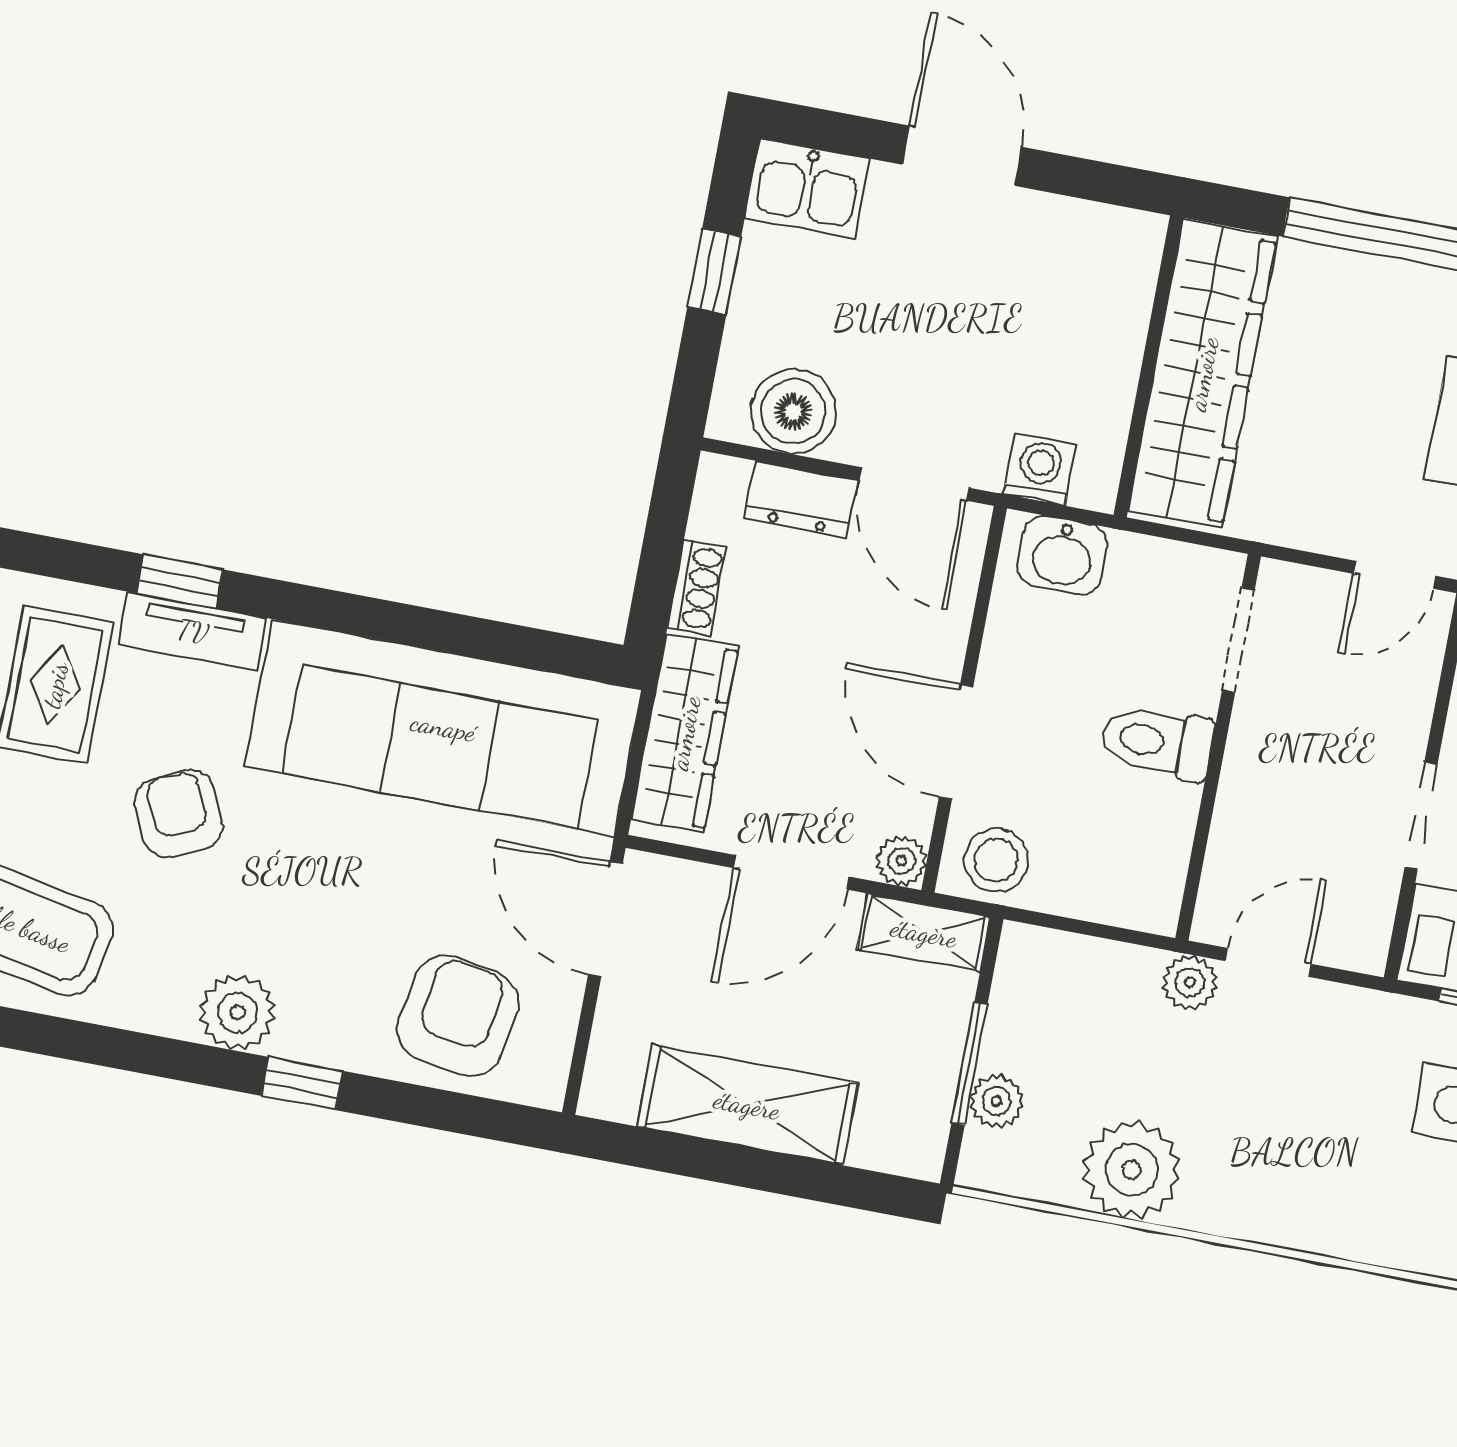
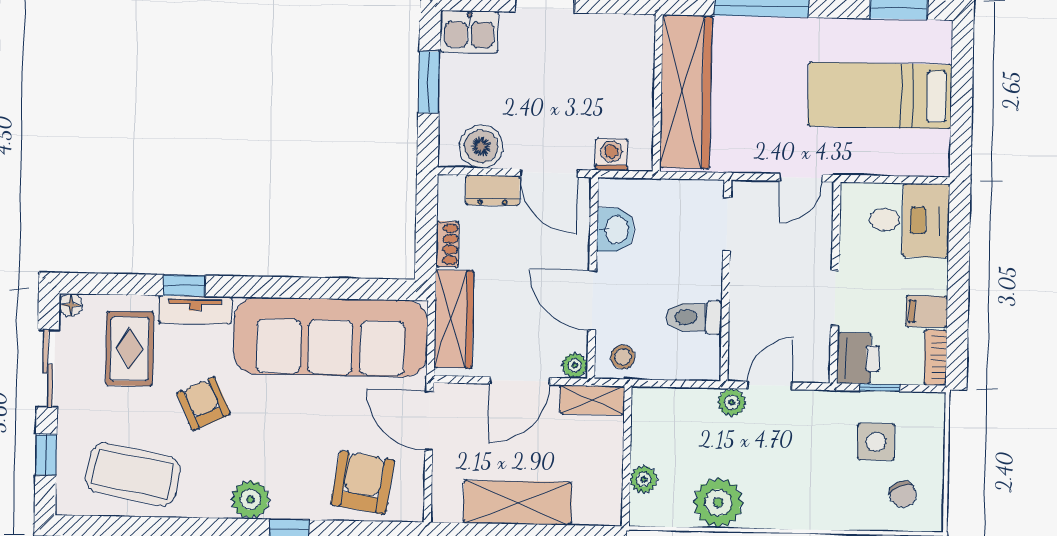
window: (714, 272) -> (429, 82), width x1.50
washbasin: (1062, 555) -> (615, 230), moved, turned -90
toilet: (1157, 742) -> (694, 317), moved
stool: (996, 860) -> (623, 357), width x0.73, depth x0.73
window: (969, 1064) -> (627, 463), removed

